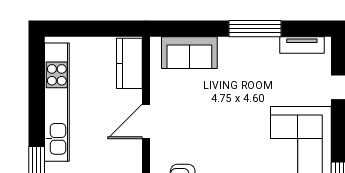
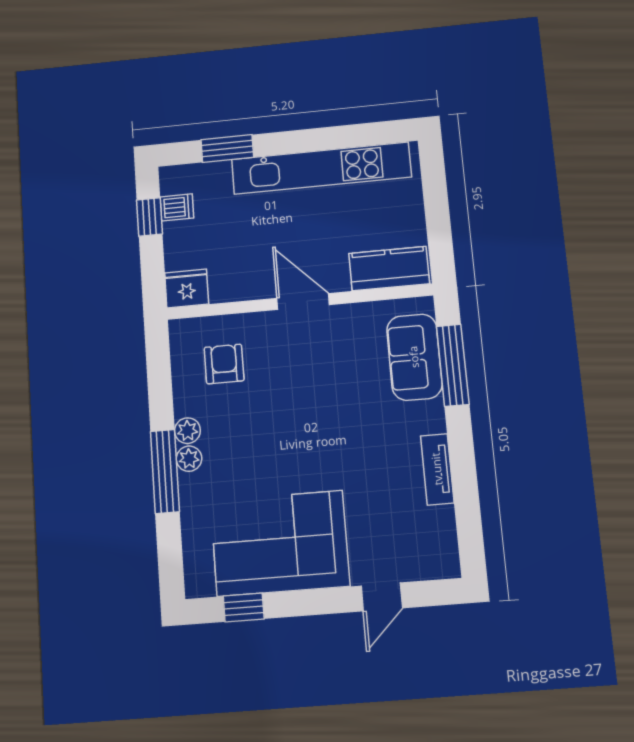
window: (255, 29) -> (453, 365), moved
tv unit: (302, 45) -> (437, 469), moved

